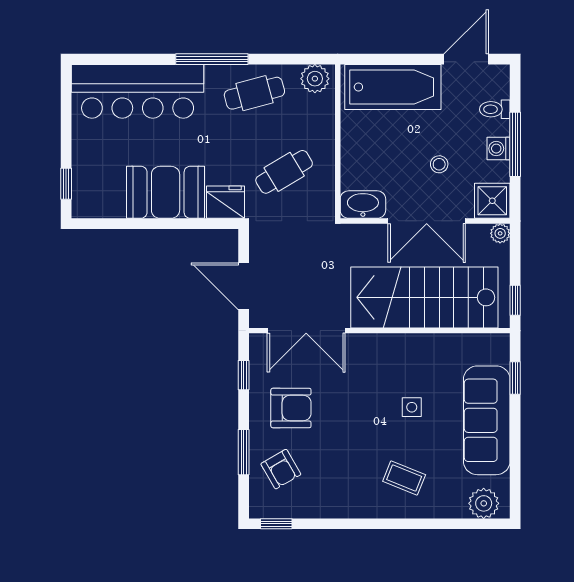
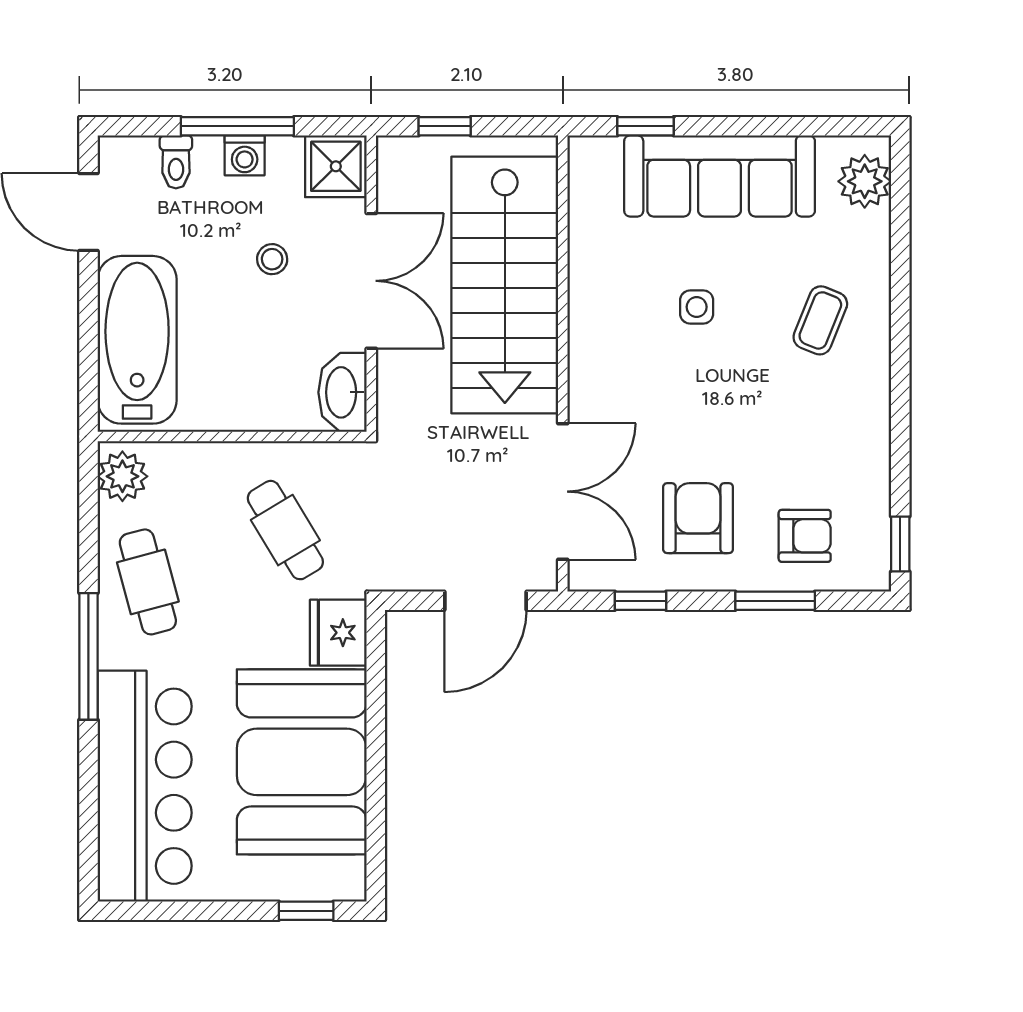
booth: (166, 192) -> (302, 762), width x1.36, depth x1.42
plant: (500, 233) -> (393, 153), removed
window: (515, 300) -> (445, 126), moved
armchair: (281, 469) -> (805, 536), turned 30

